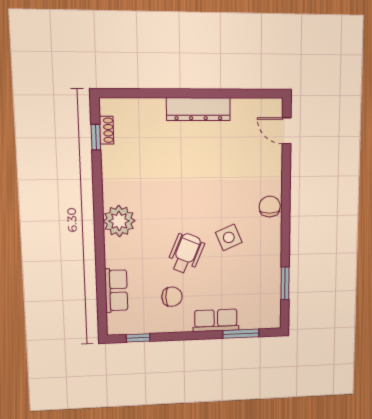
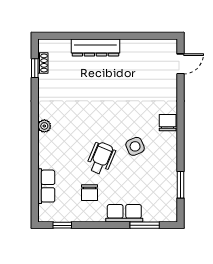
dresser: (198, 109) -> (95, 48), moved
door: (287, 131) -> (181, 64), swing flipped
plant: (119, 221) -> (44, 126), width x0.53, depth x0.53
chair: (172, 297) -> (90, 193), turned 90

